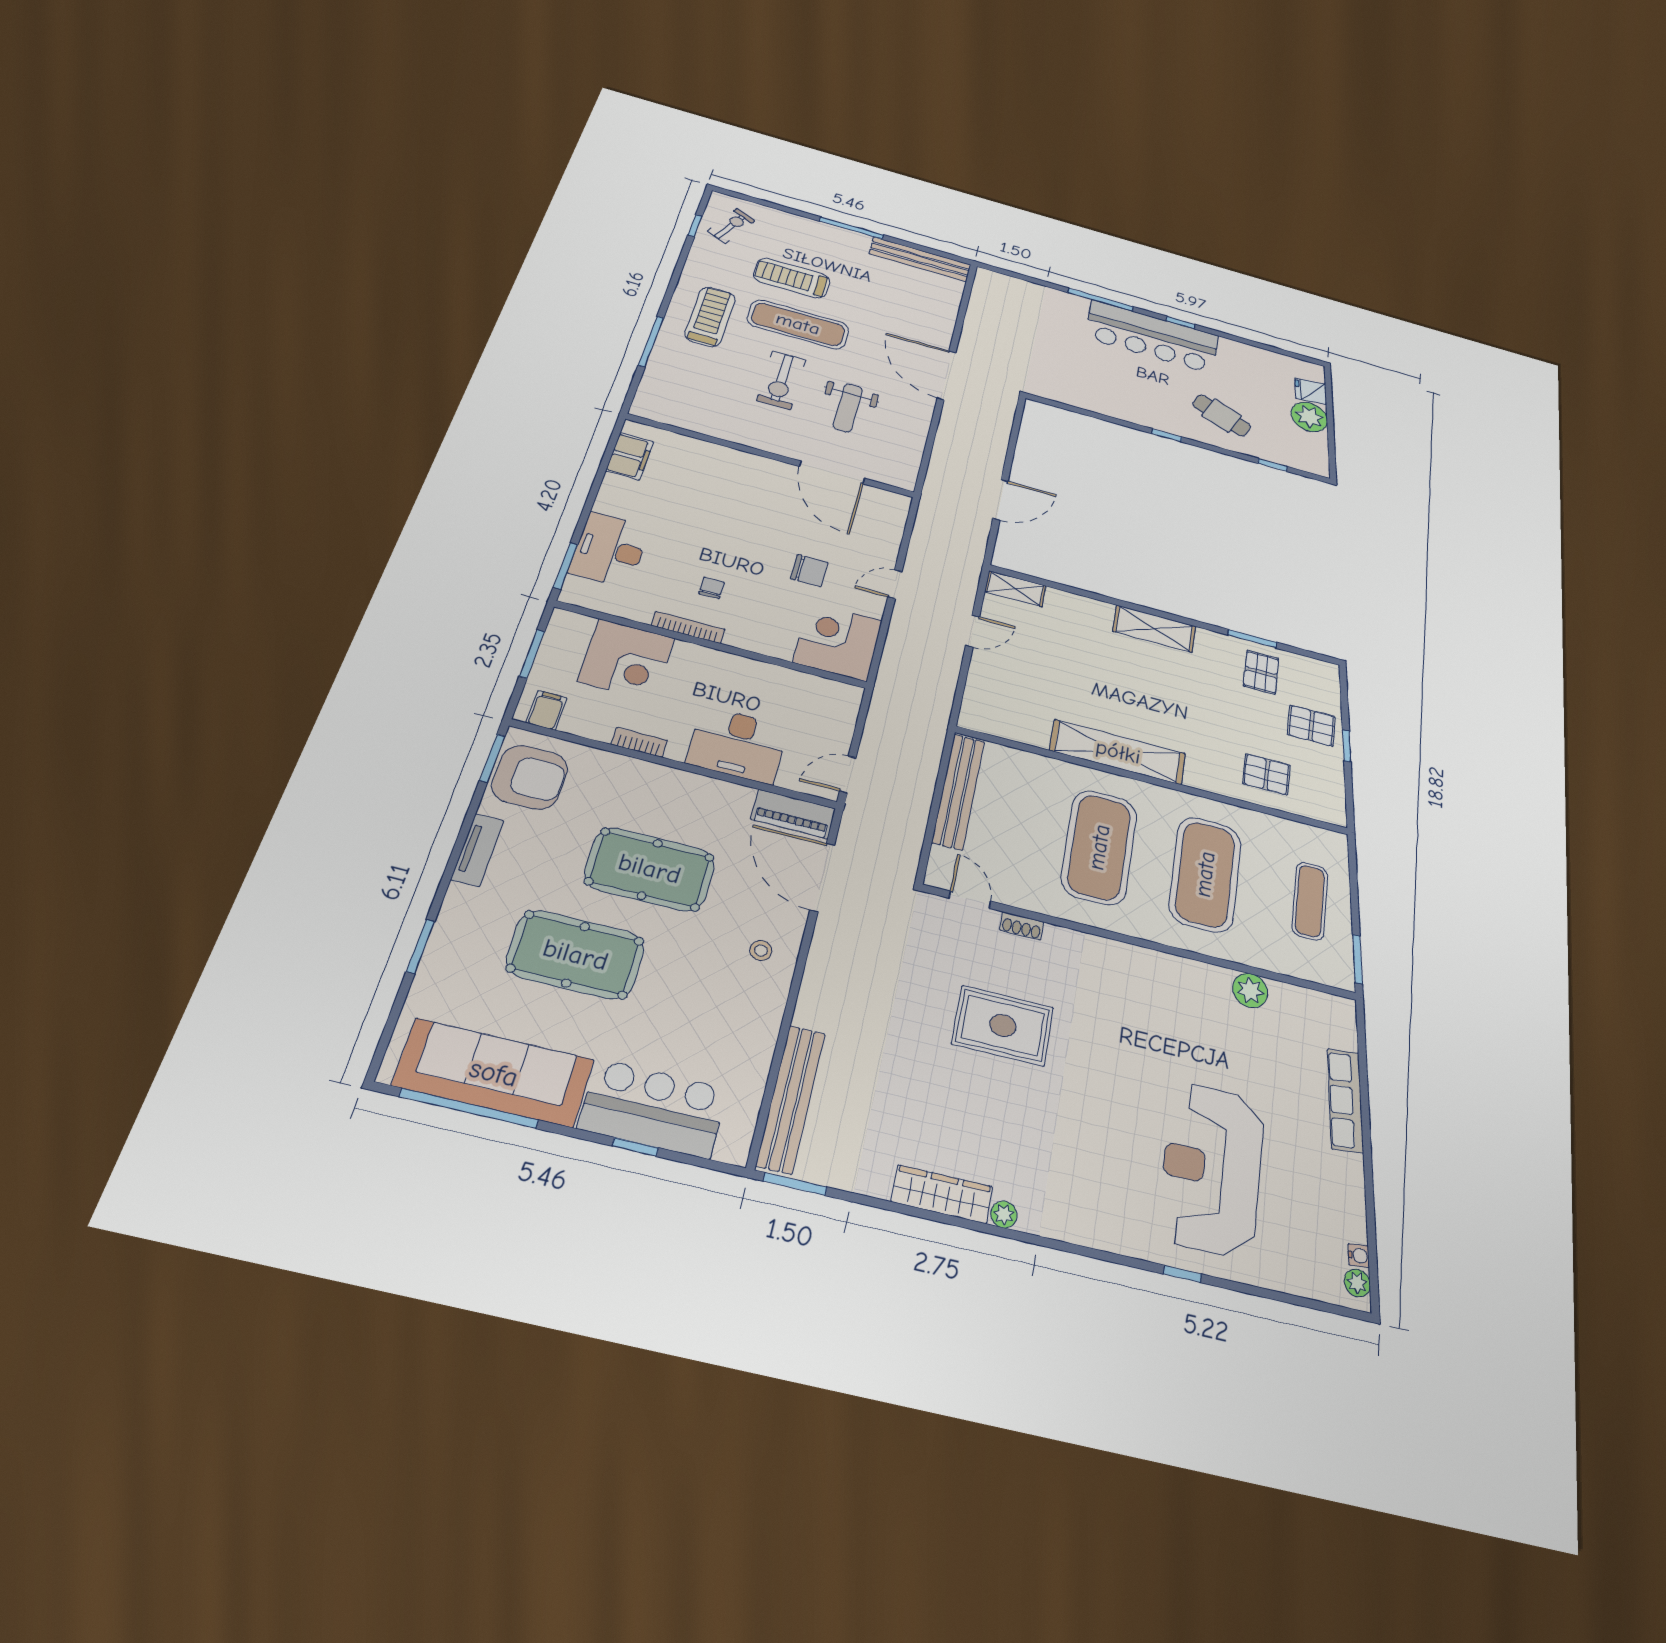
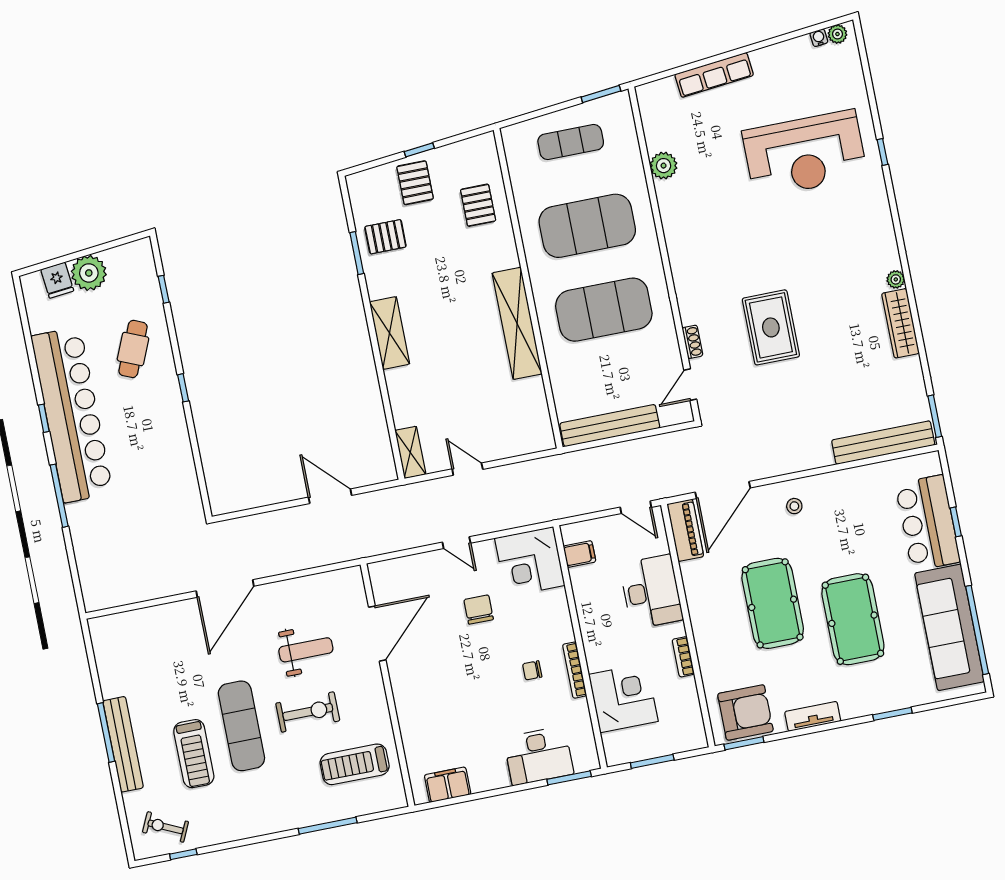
bench: (920, 259) -> (123, 744), moved
treadmill: (710, 317) -> (355, 764), moved
bar counter: (1152, 337) -> (72, 415), width x1.36
filing cabinet: (546, 710) -> (579, 554), moved, turned 180
armchair: (530, 777) -> (745, 712), turned 90

